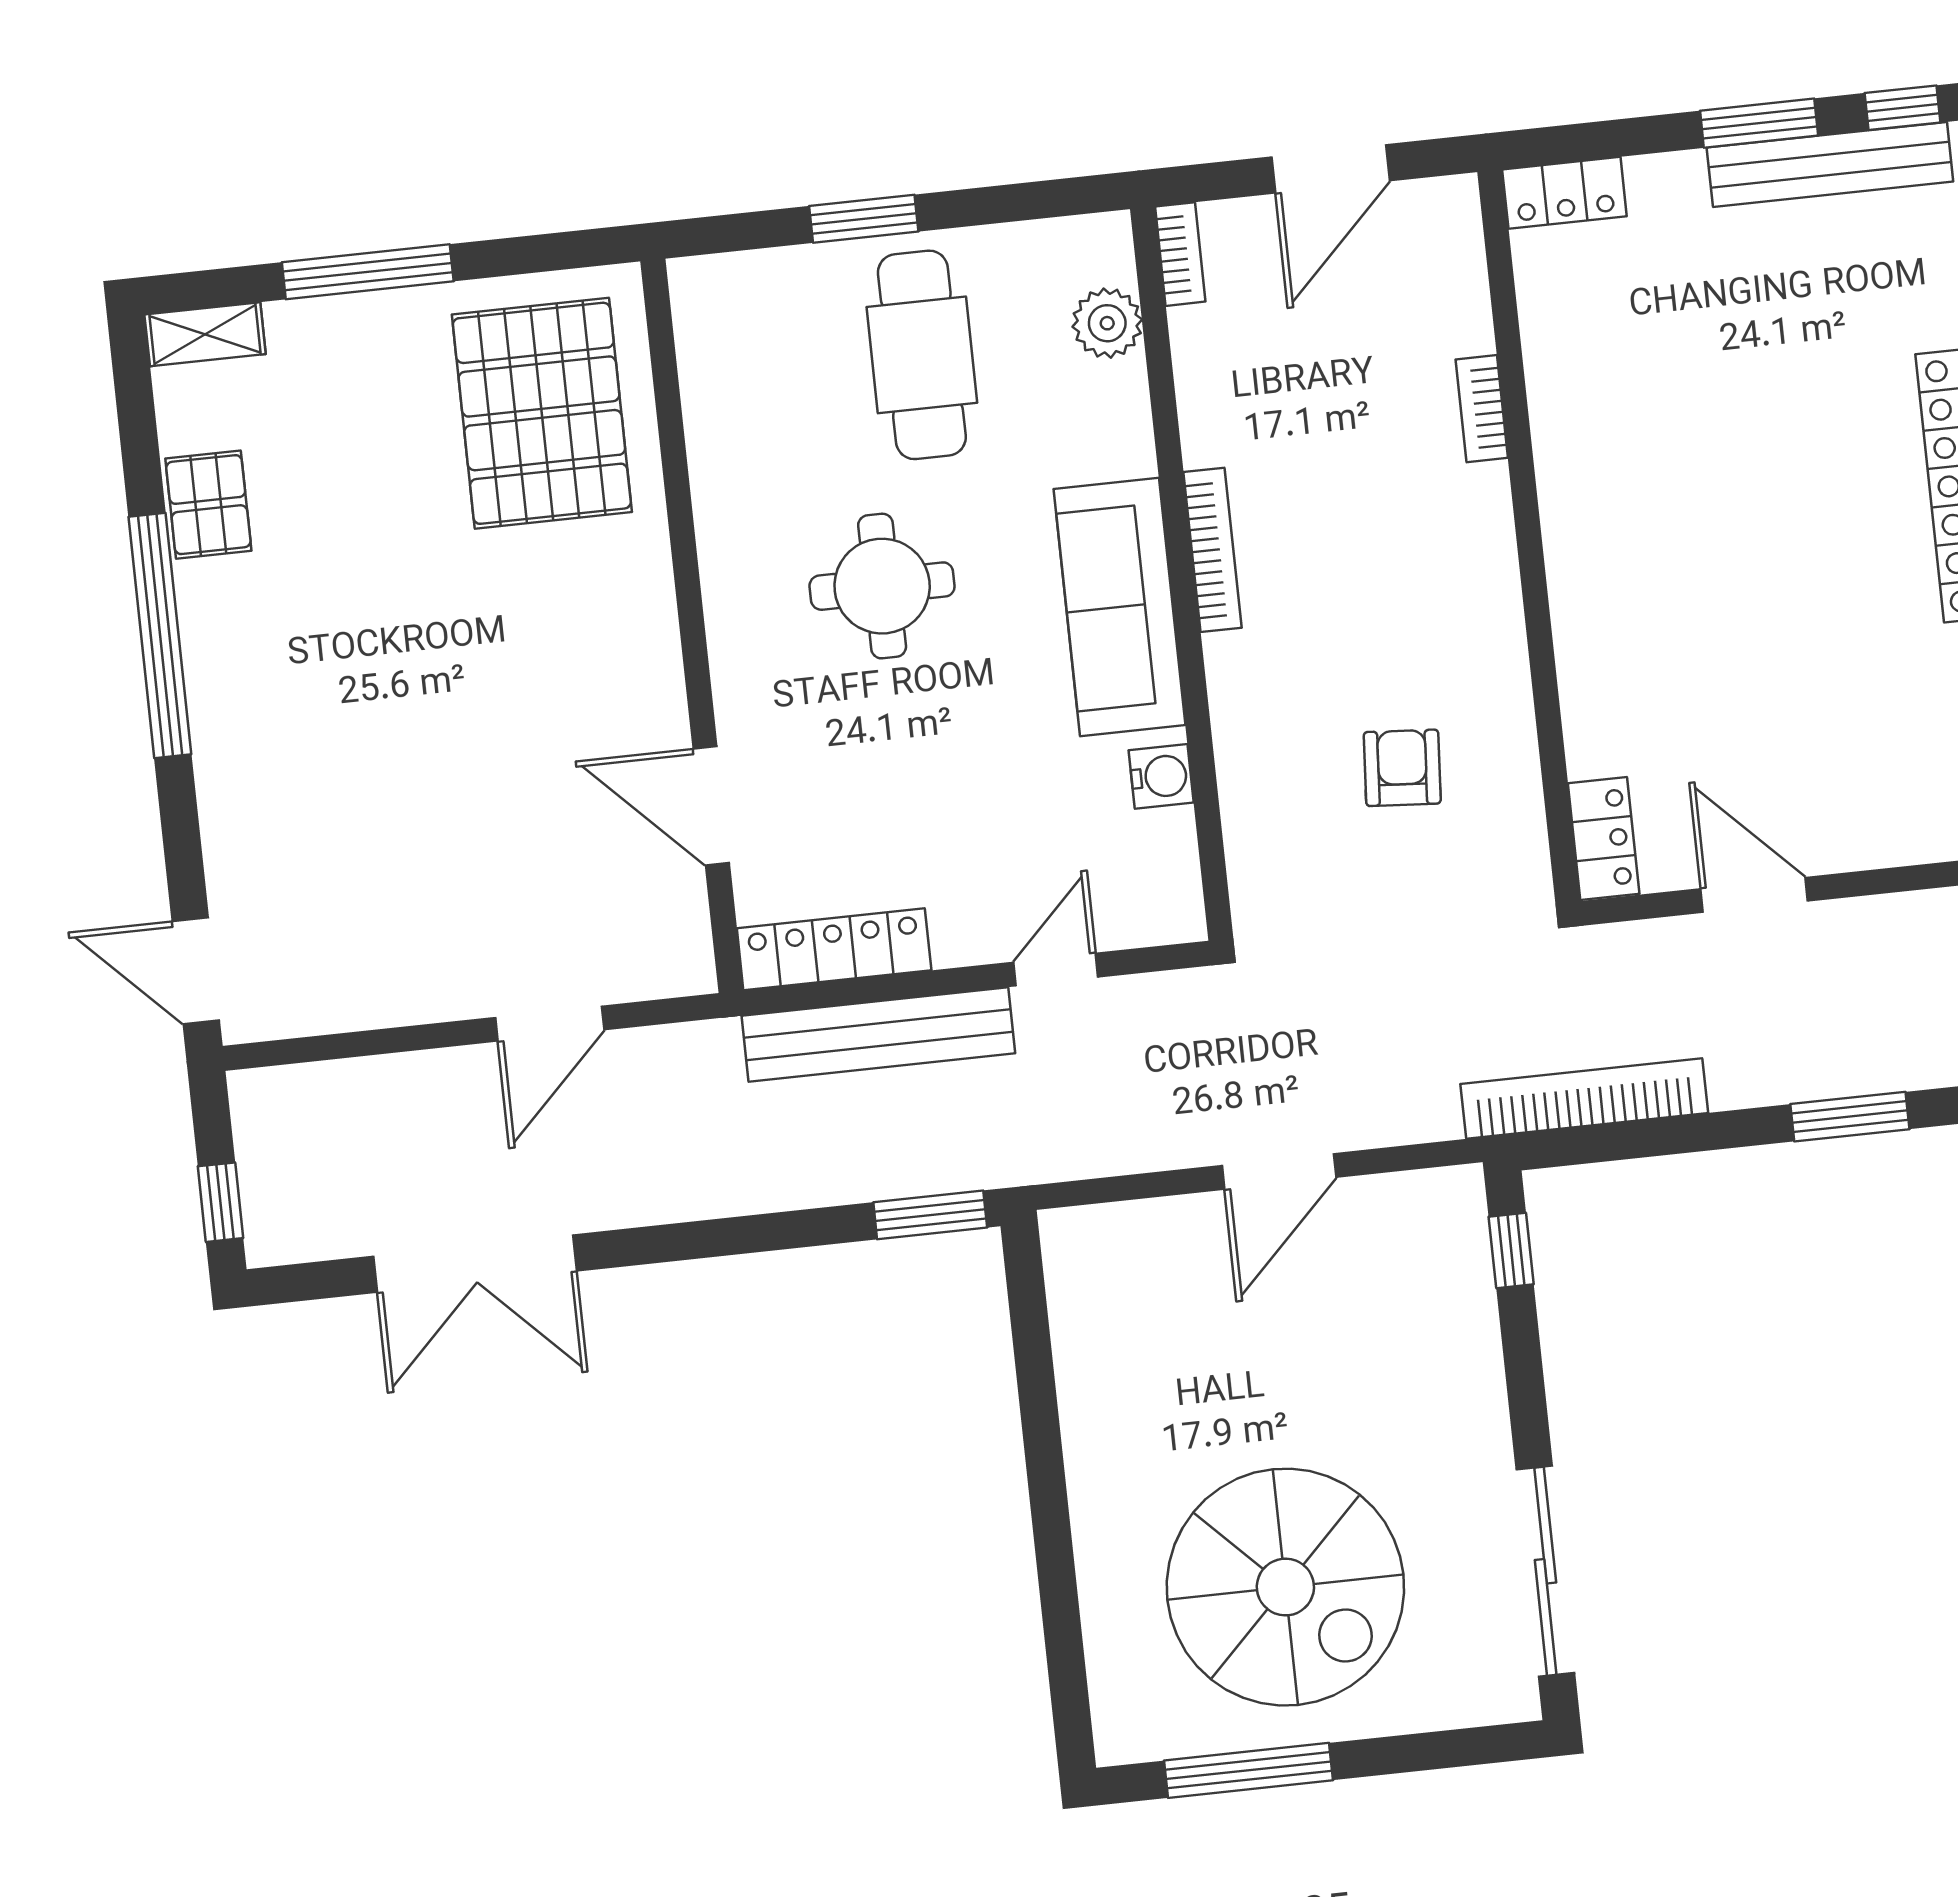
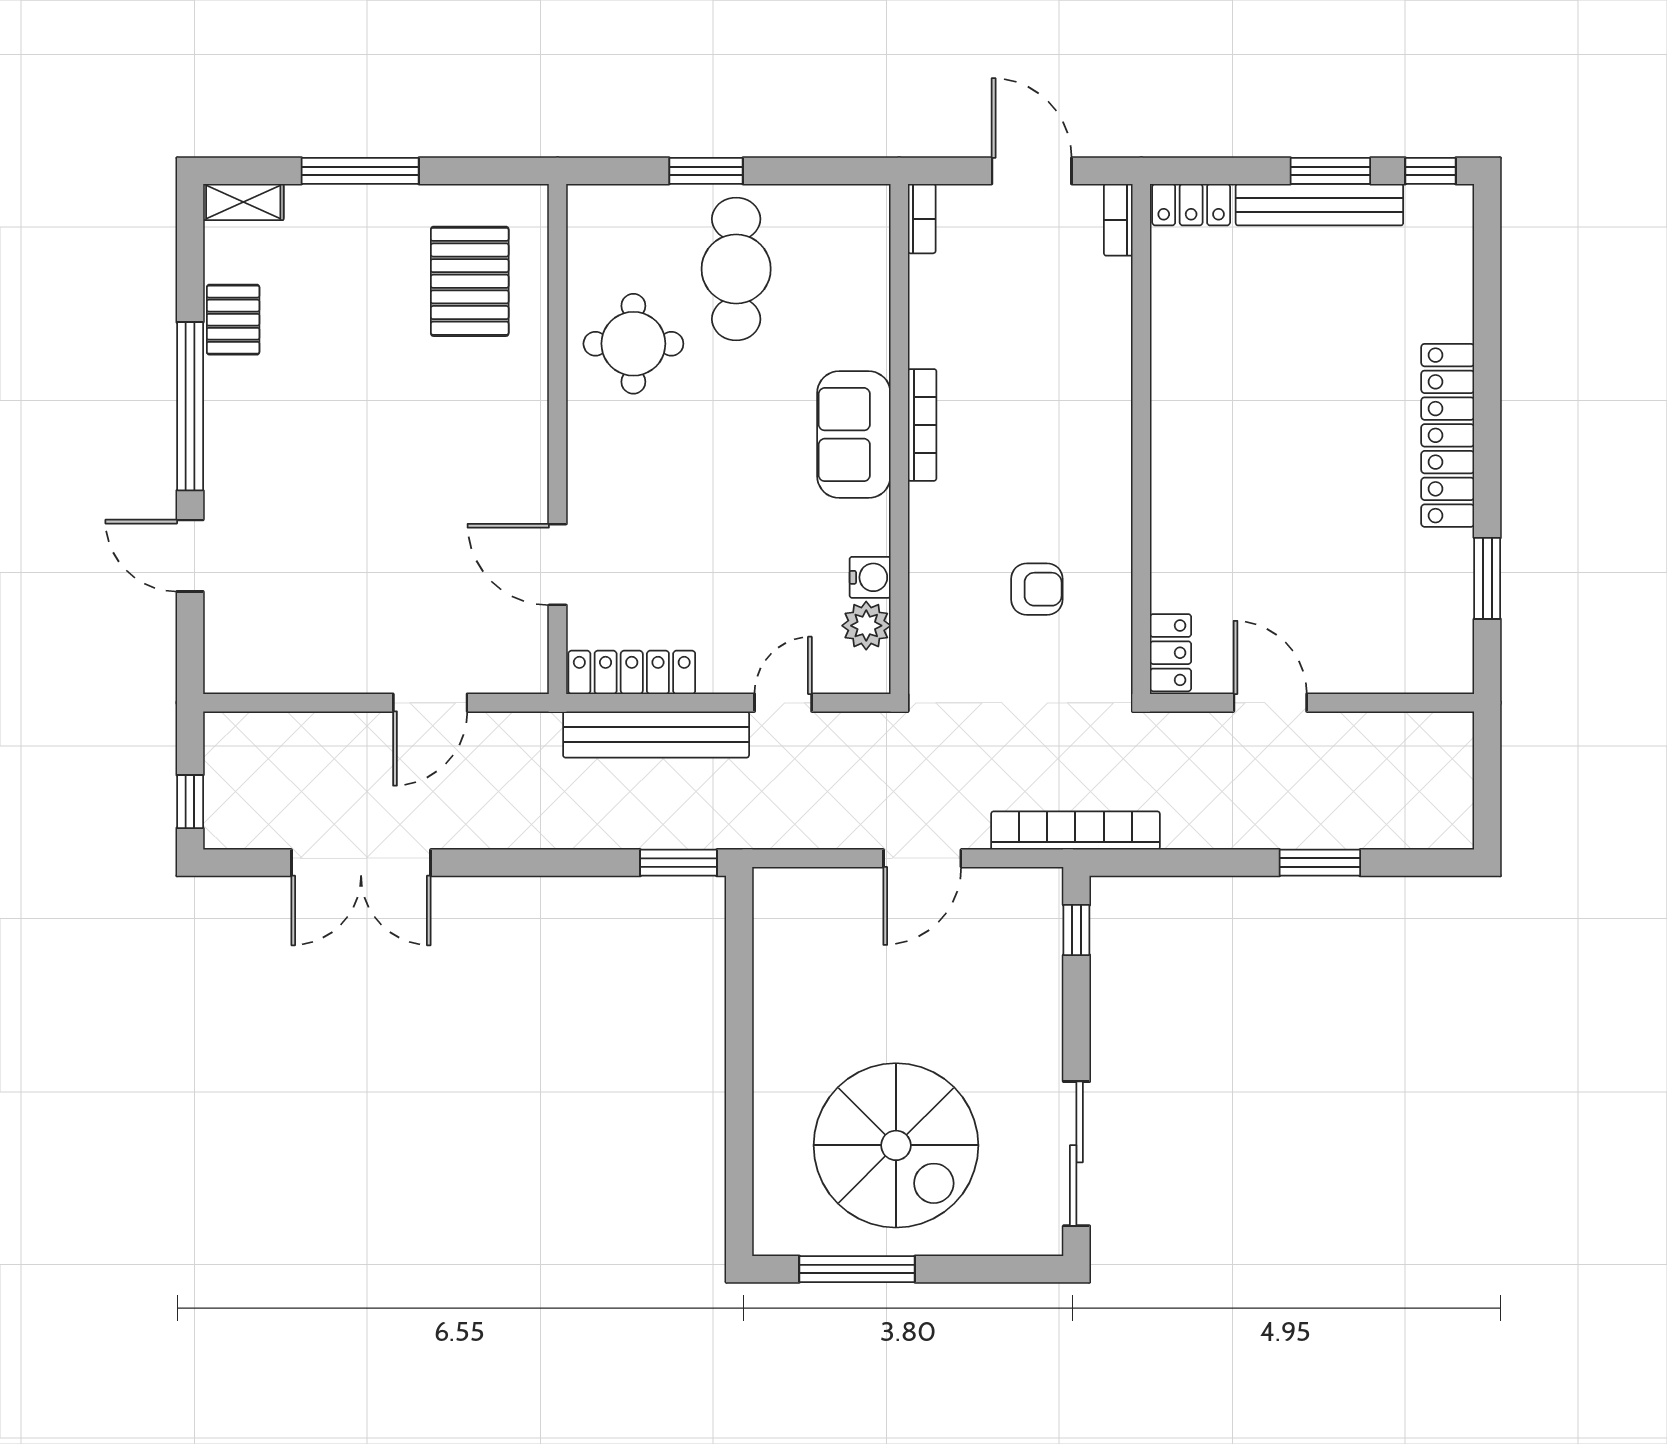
bench: (1830, 165) -> (1319, 205), moved
door: (1331, 169) -> (1032, 171), swing flipped
plant: (1107, 323) -> (866, 626), moved
bookcase: (1482, 409) -> (1118, 220), moved
pallet: (542, 413) -> (470, 281), width x0.73, depth x0.71
round table: (882, 586) -> (633, 344), moved
sofa: (1120, 607) -> (854, 435), width x0.73
armchair: (1402, 768) -> (1037, 589), turned 86
door: (196, 971) -> (190, 556), moved
bookcase: (1584, 1098) -> (1075, 831), moved

